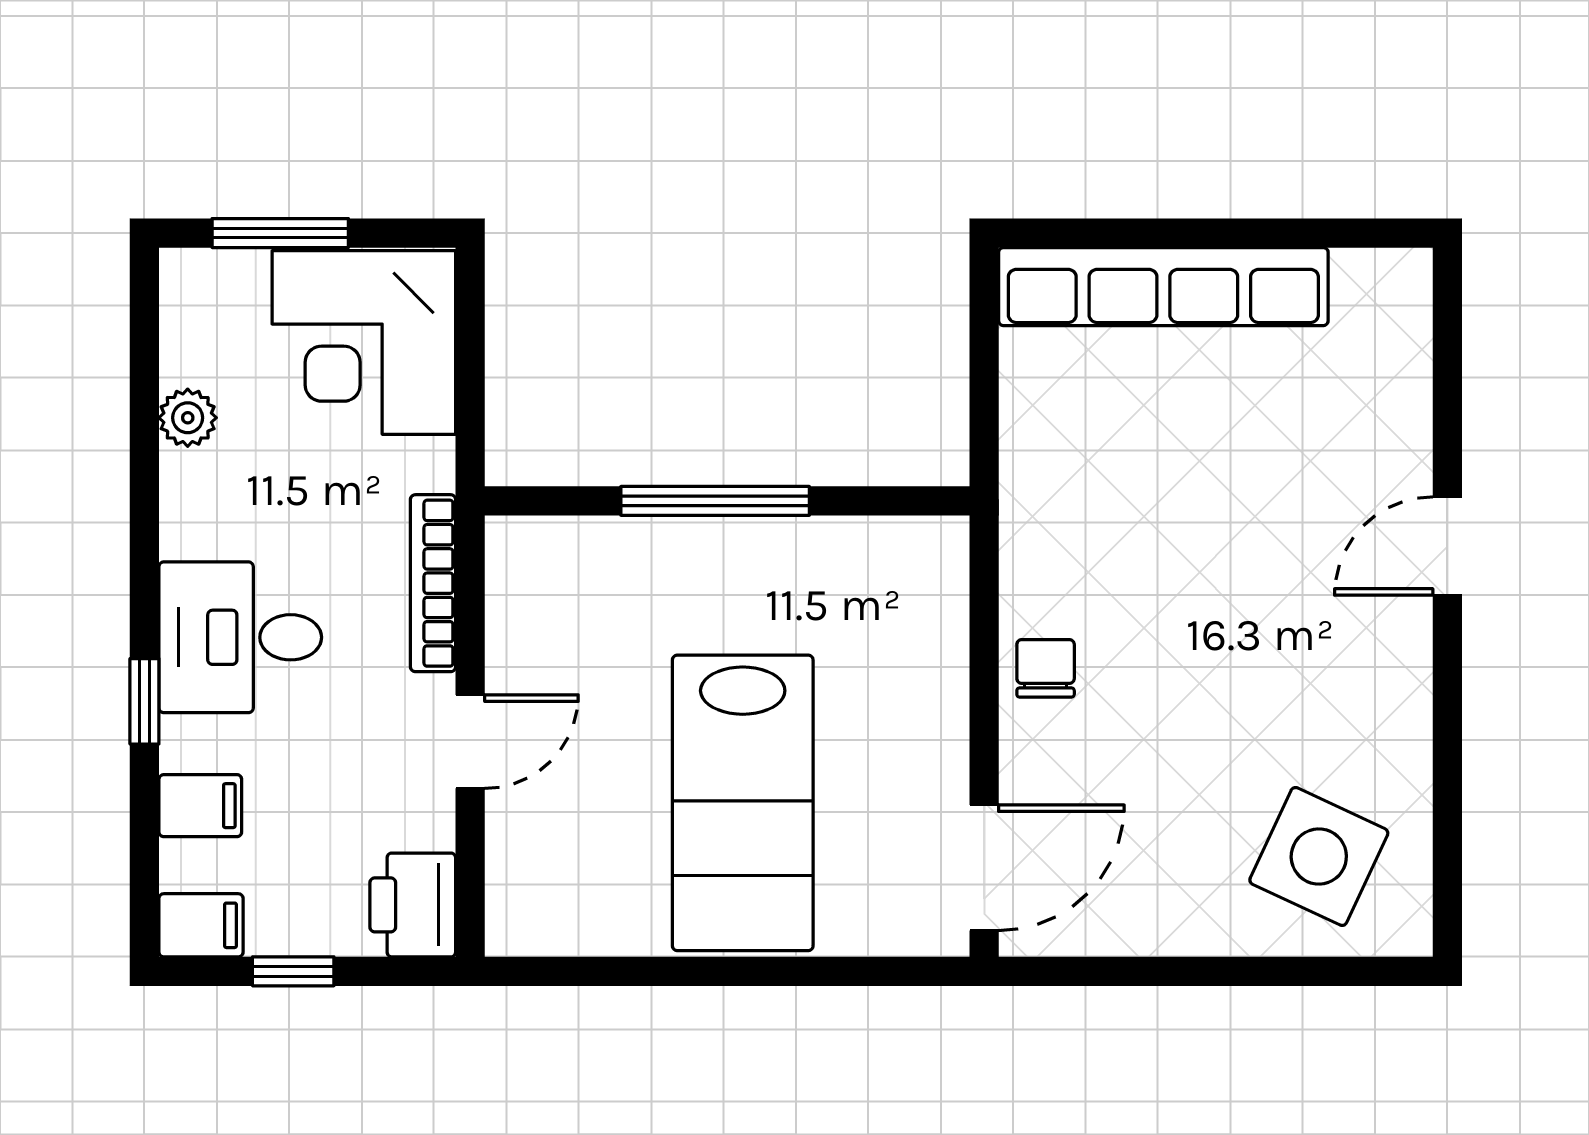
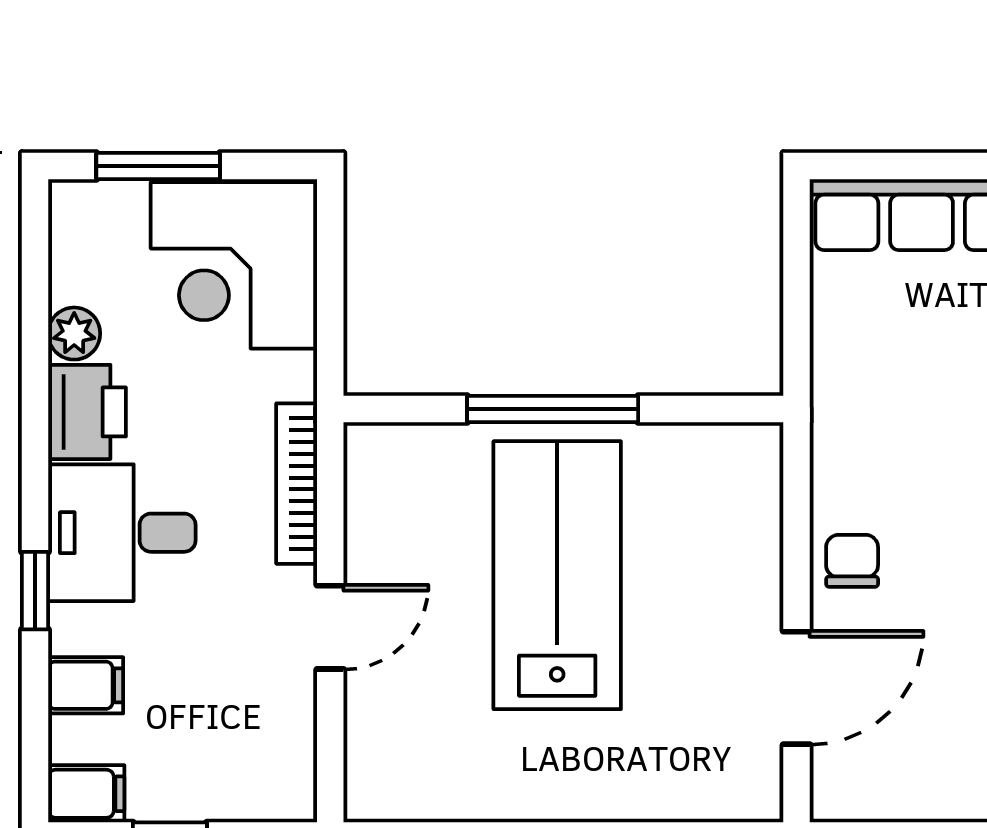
lab bench: (743, 803) -> (557, 575), moved, turned 180
door: (984, 868) -> (796, 688), moved
printer: (413, 905) -> (87, 412), moved, turned 180

